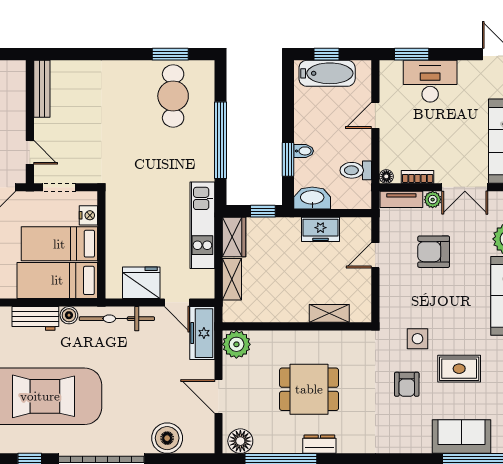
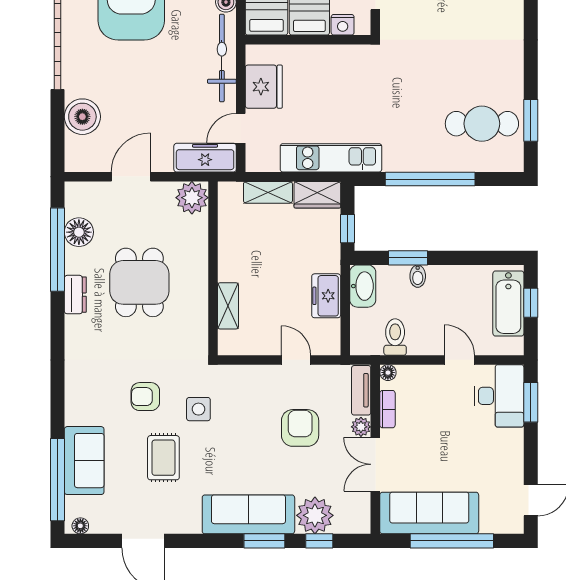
desk: (430, 81) -> (499, 396), moved
floor lamp: (240, 441) -> (79, 232), moved

